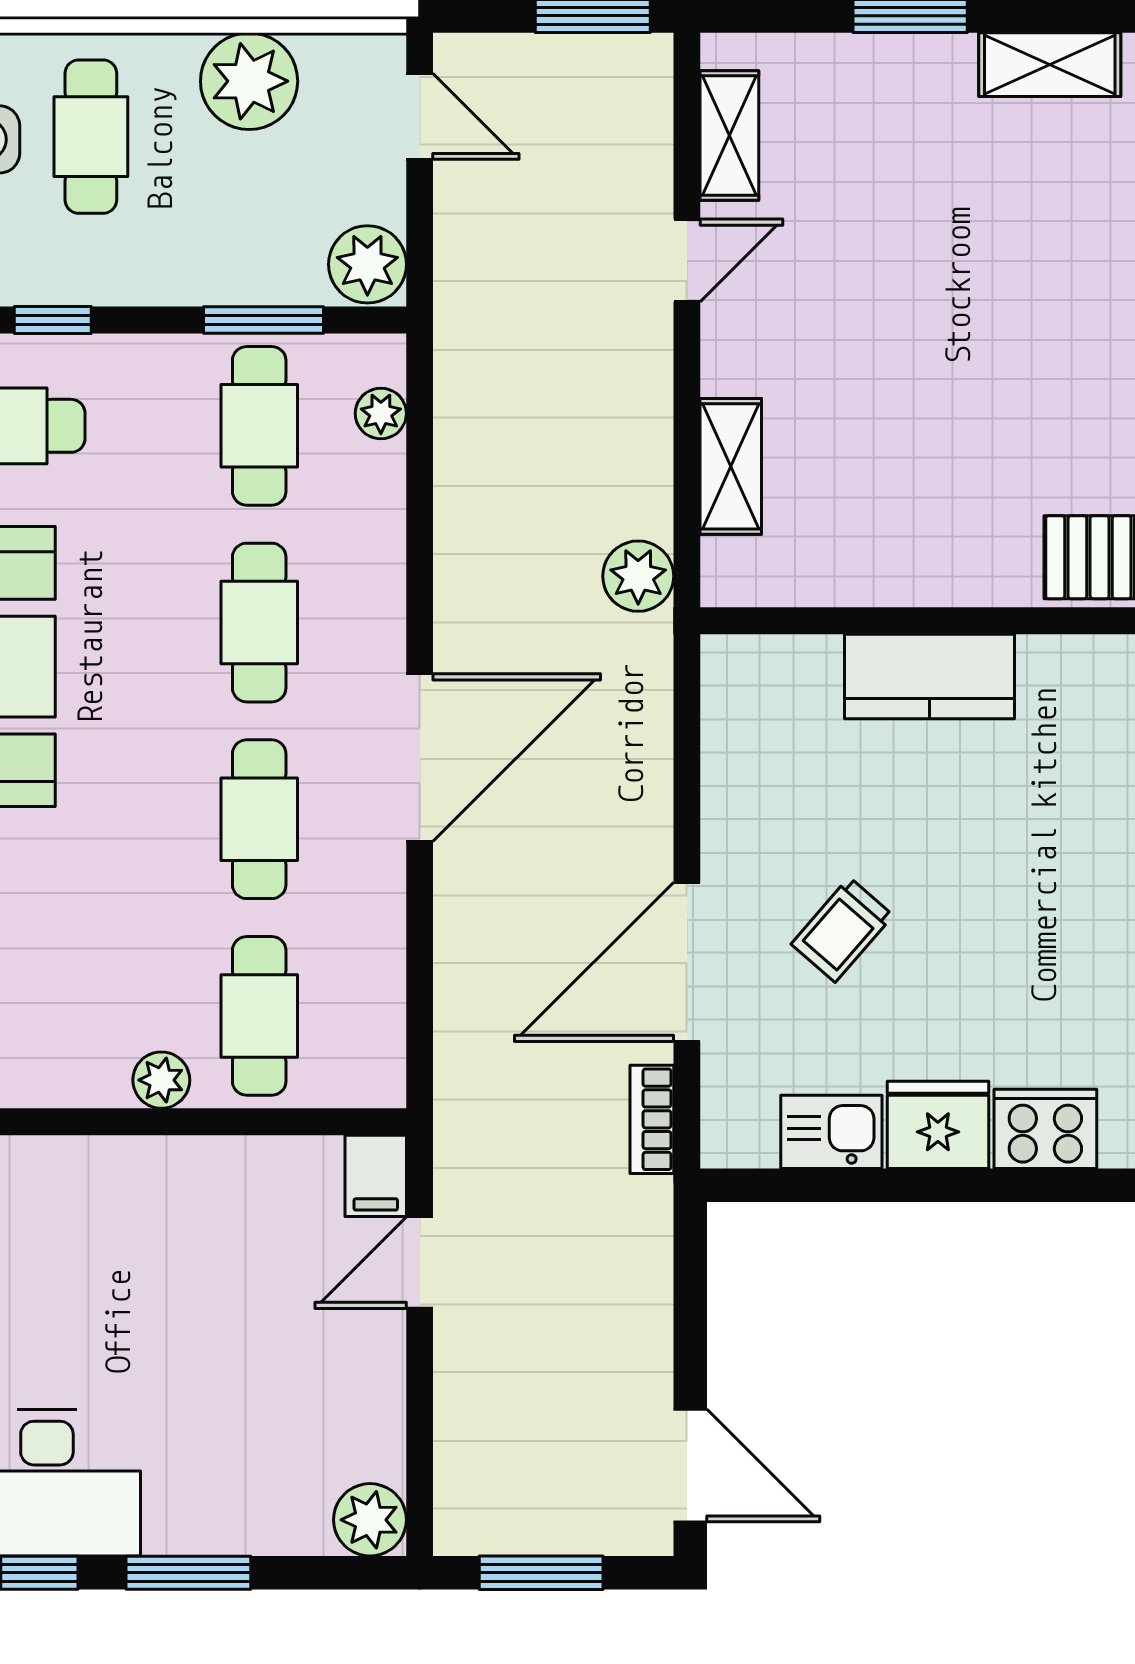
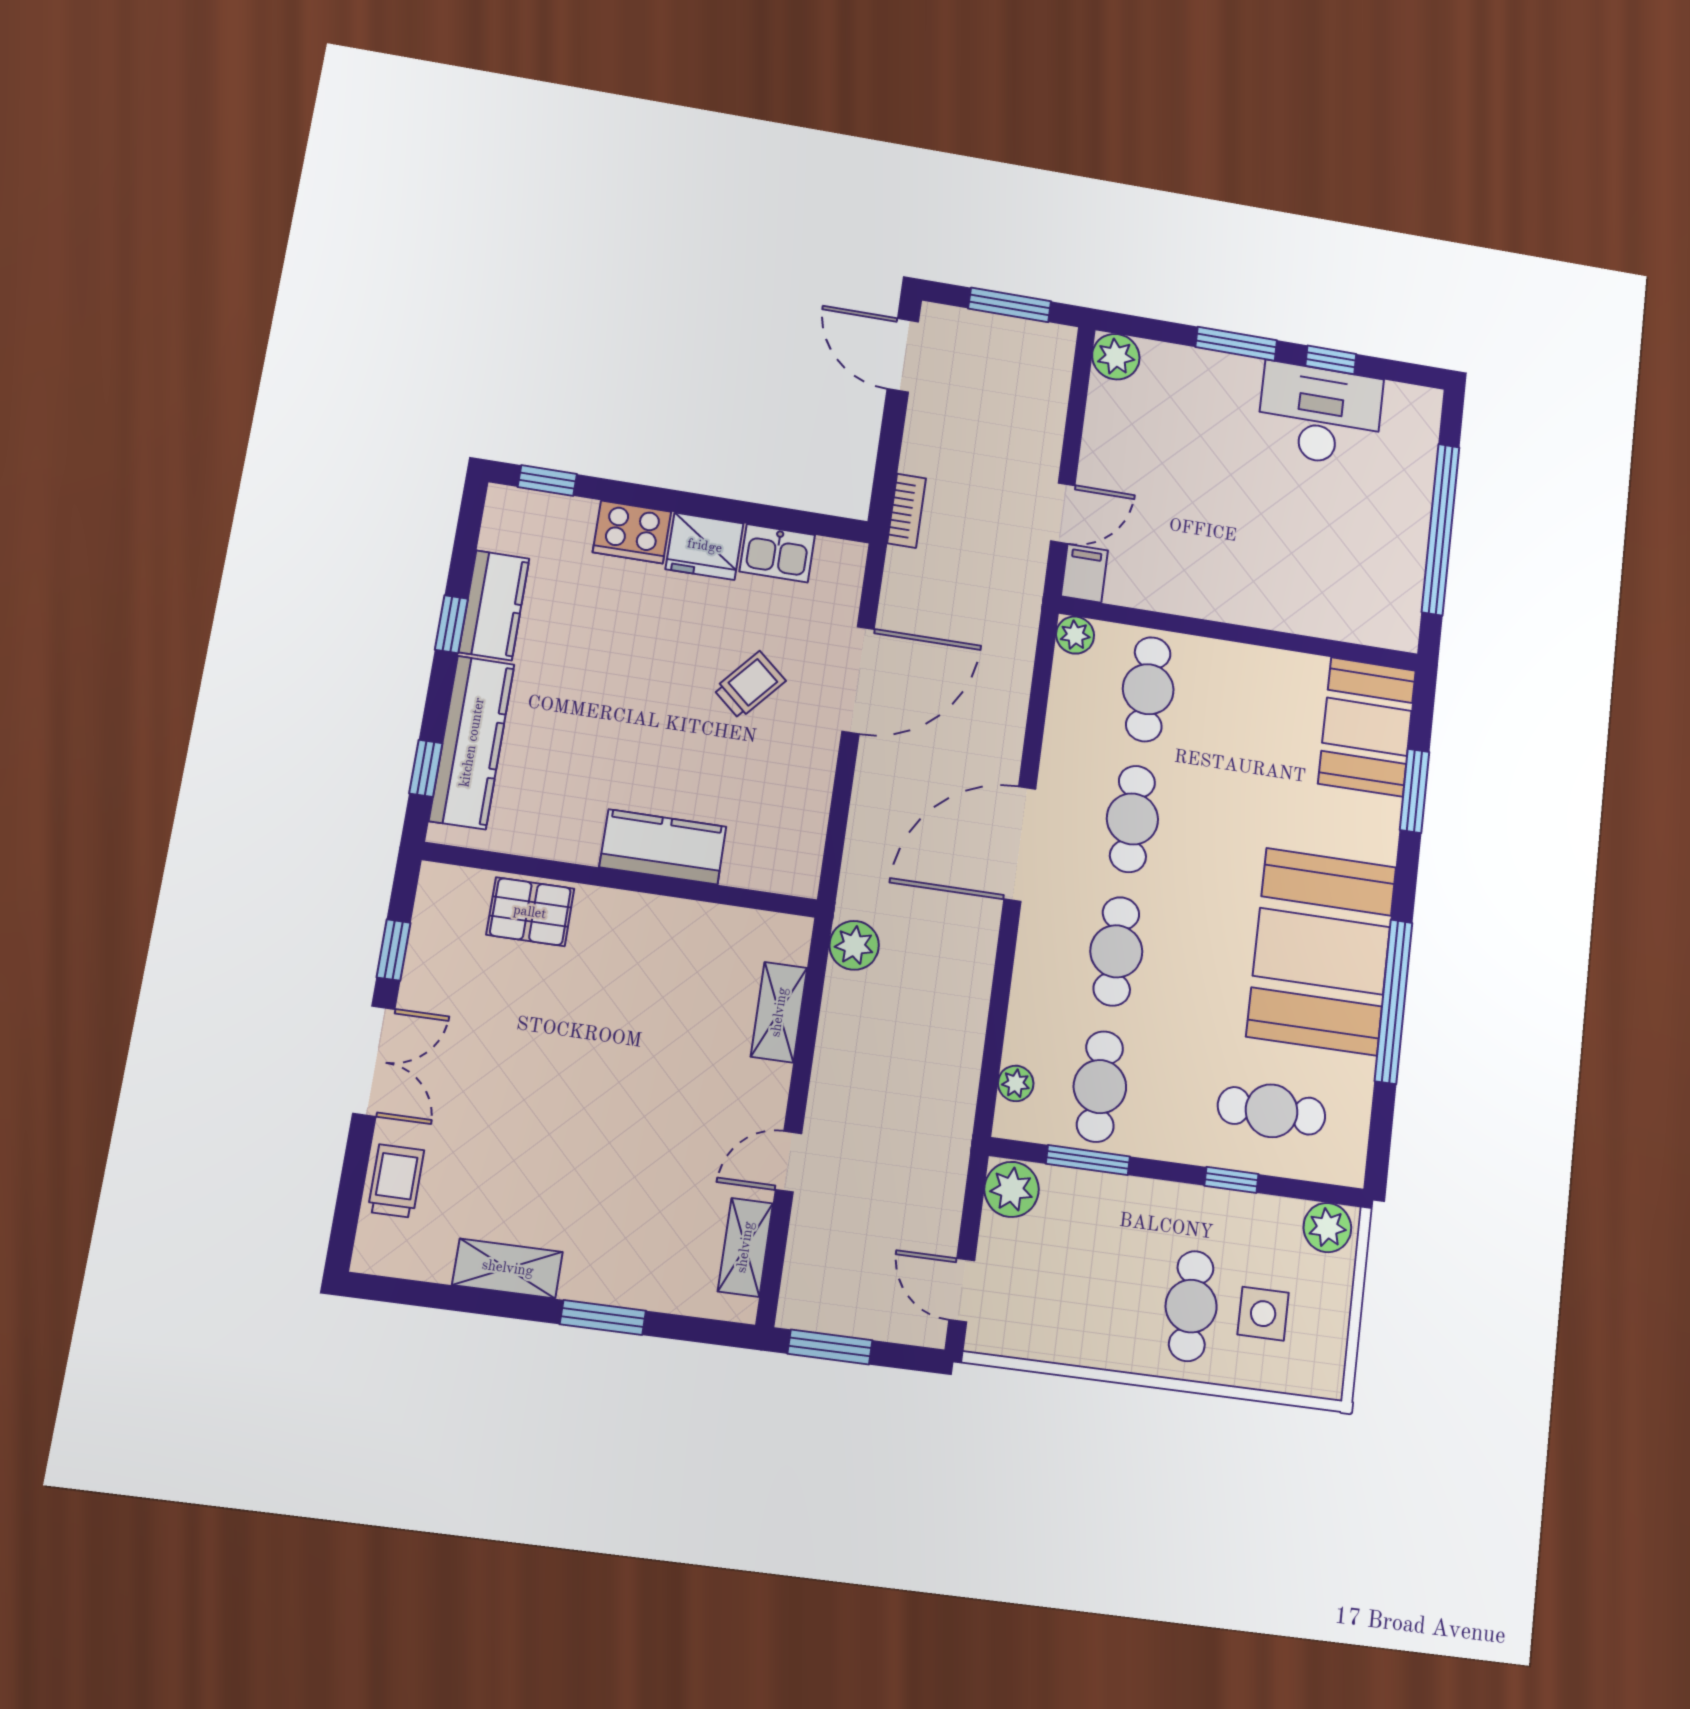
plant: (249, 81) -> (1077, 1331), removed
plant: (161, 1080) -> (1075, 635), moved
bookcase: (652, 1119) -> (907, 511), moved

